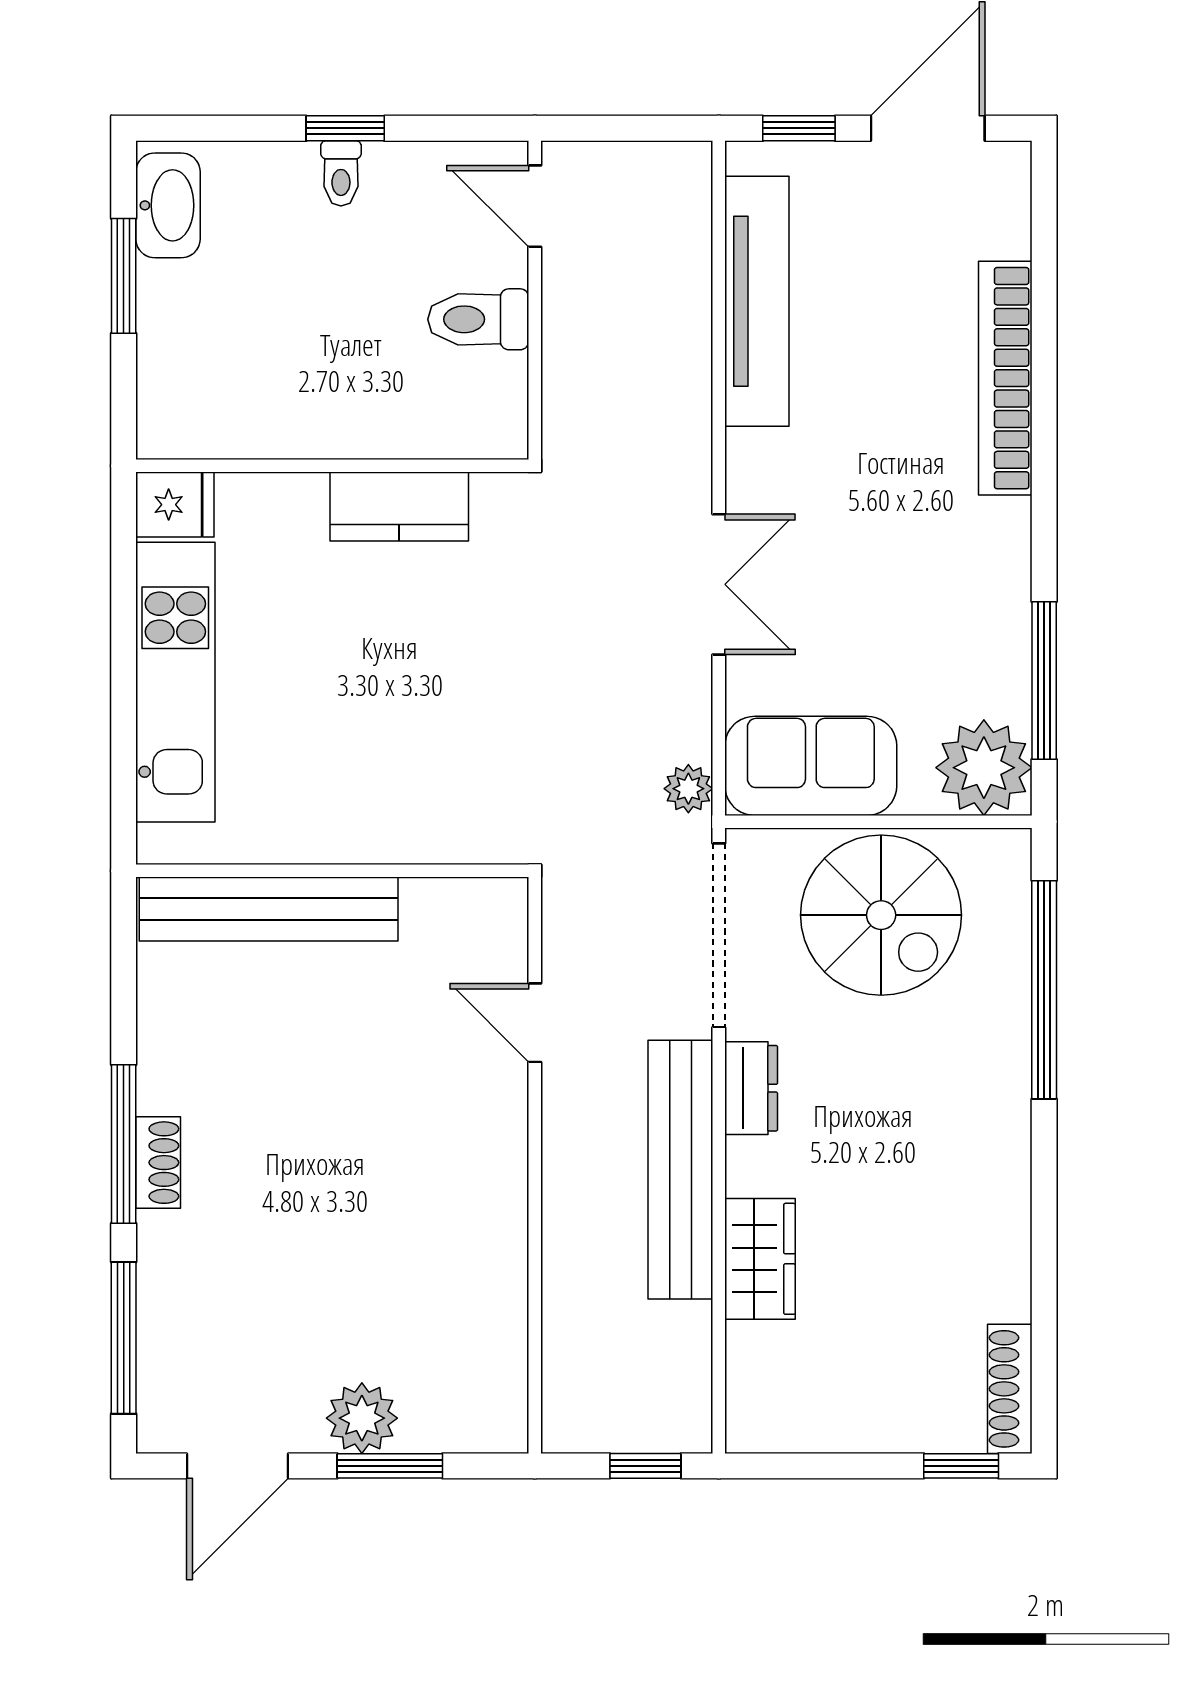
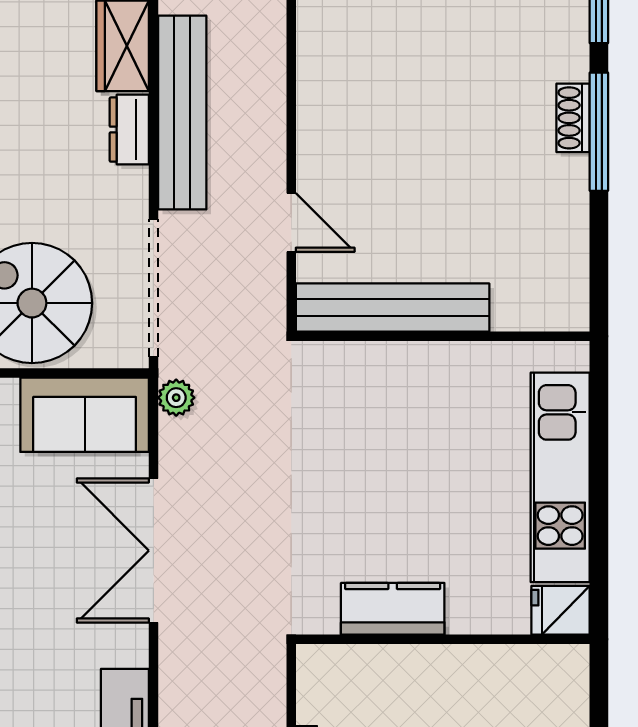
double door: (719, 584) -> (153, 551), width x1.37
bench: (269, 909) -> (393, 308), moved
dresser: (751, 1088) -> (129, 130), moved

